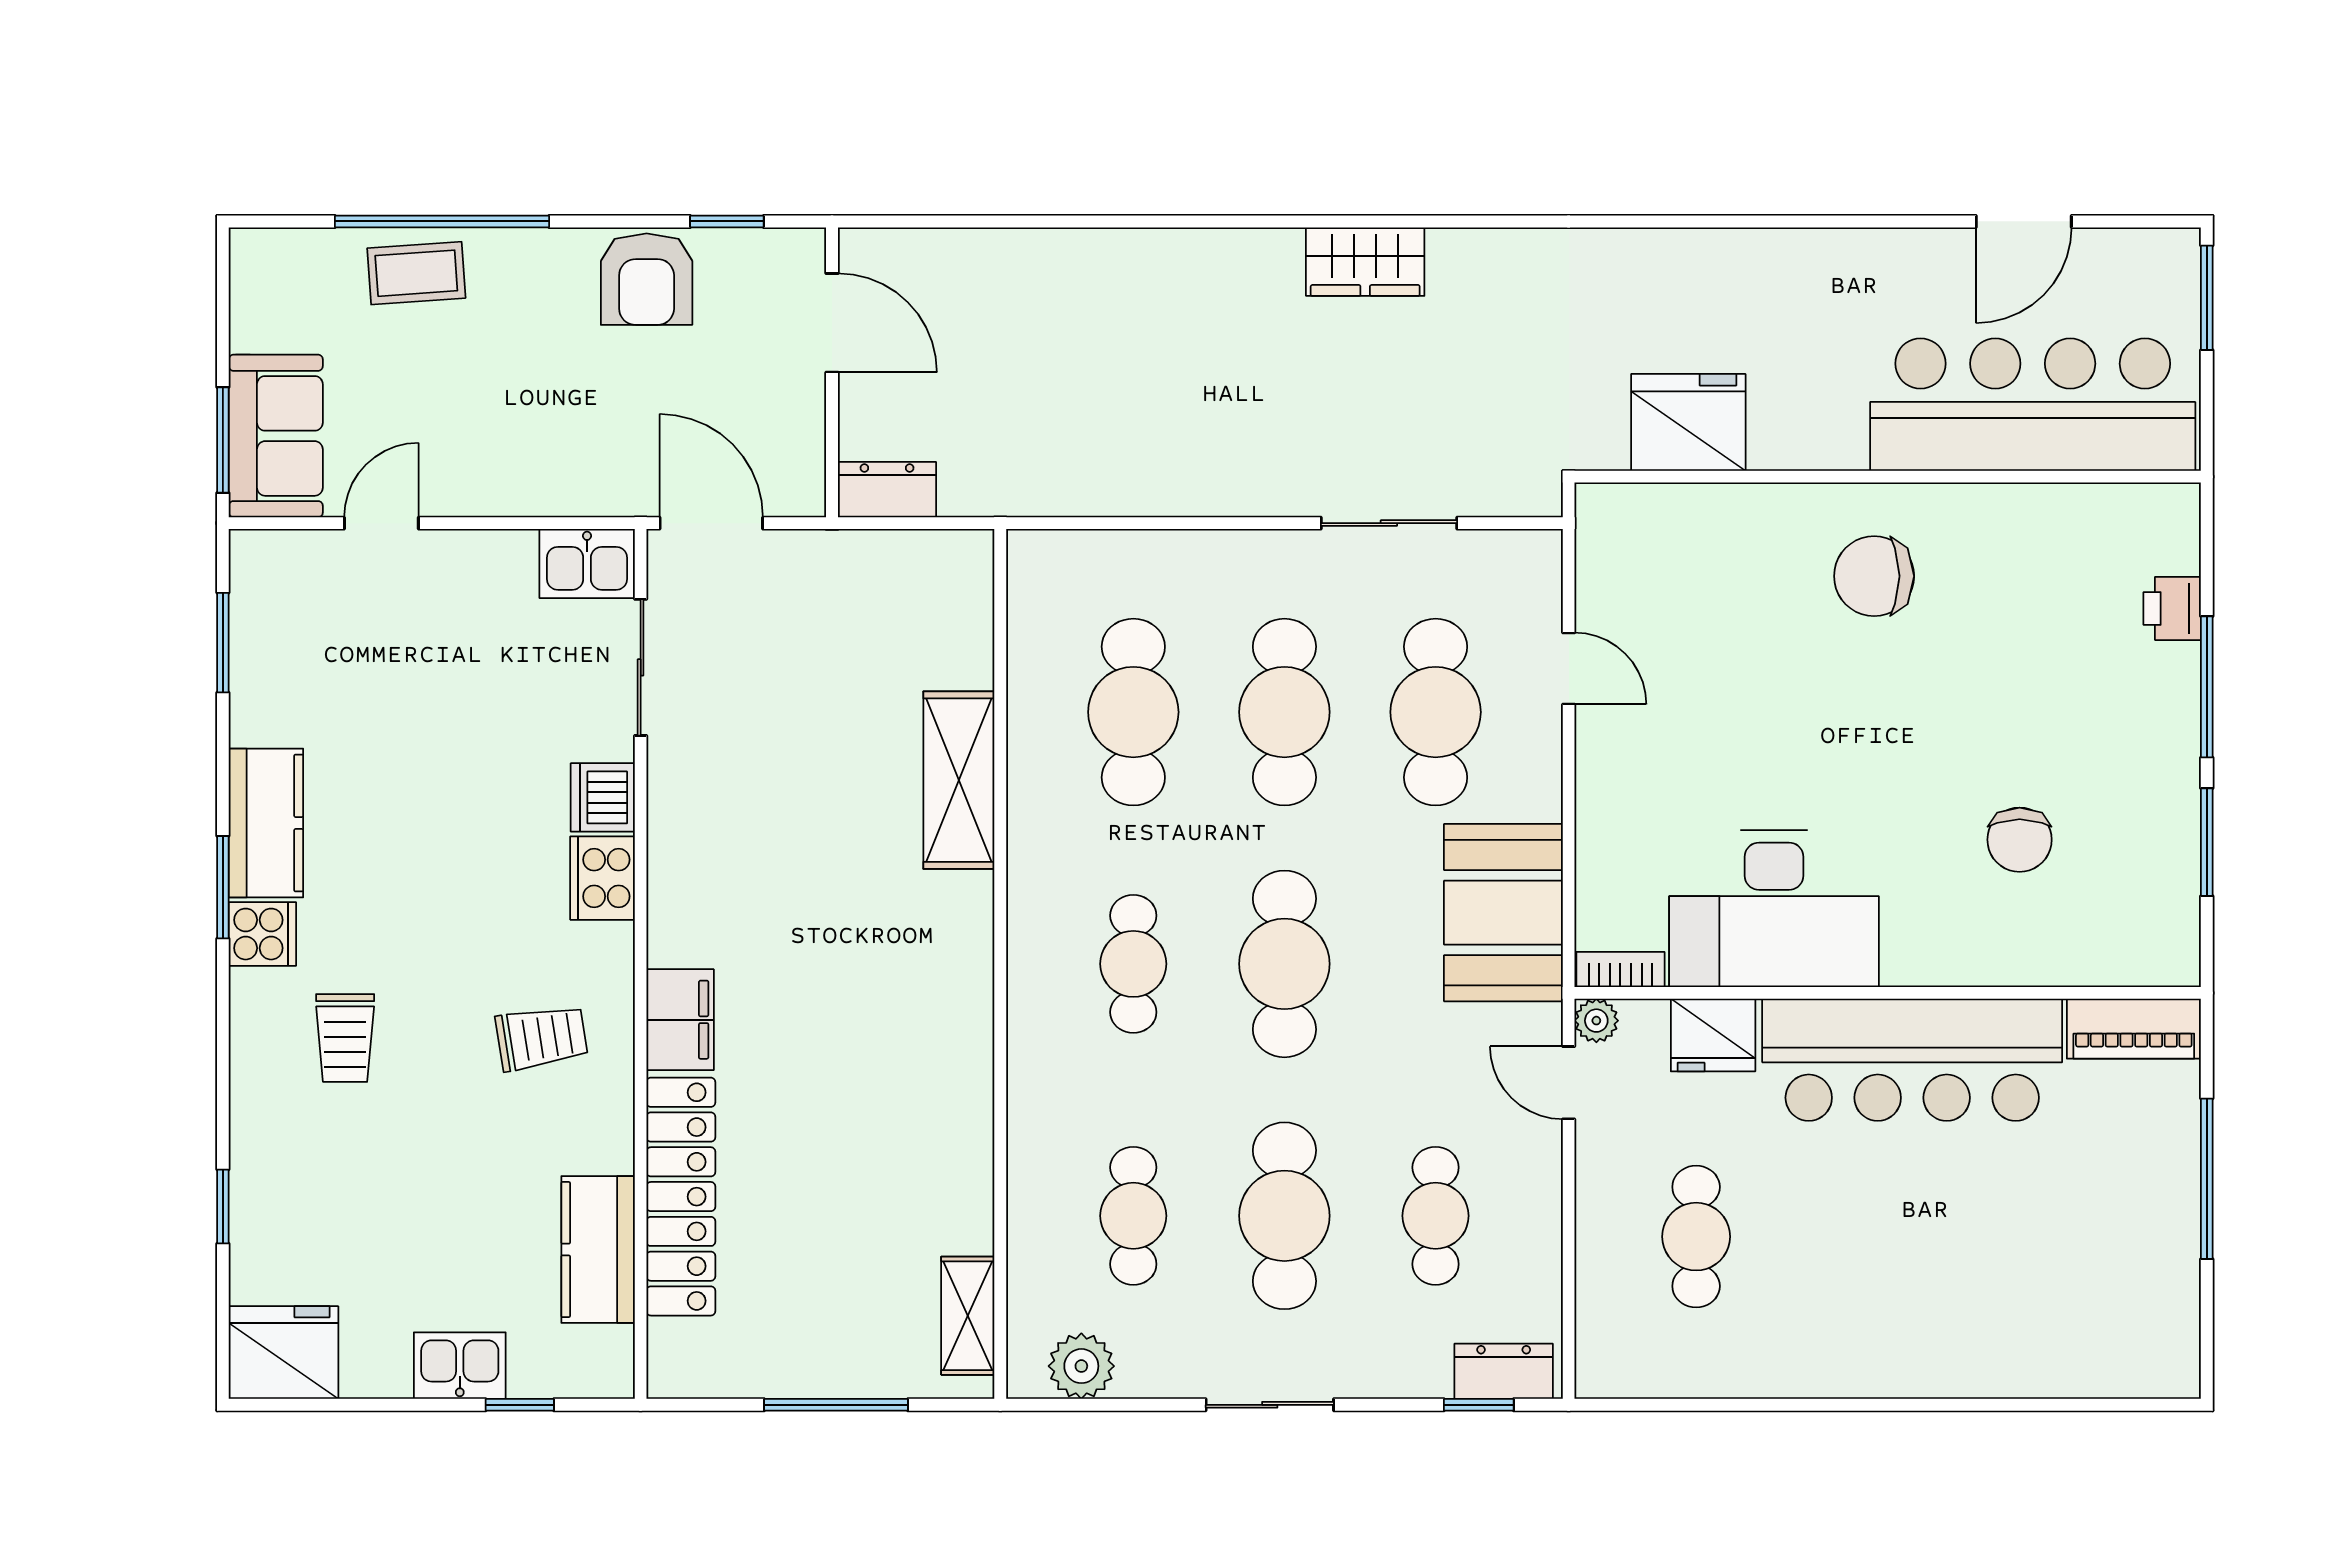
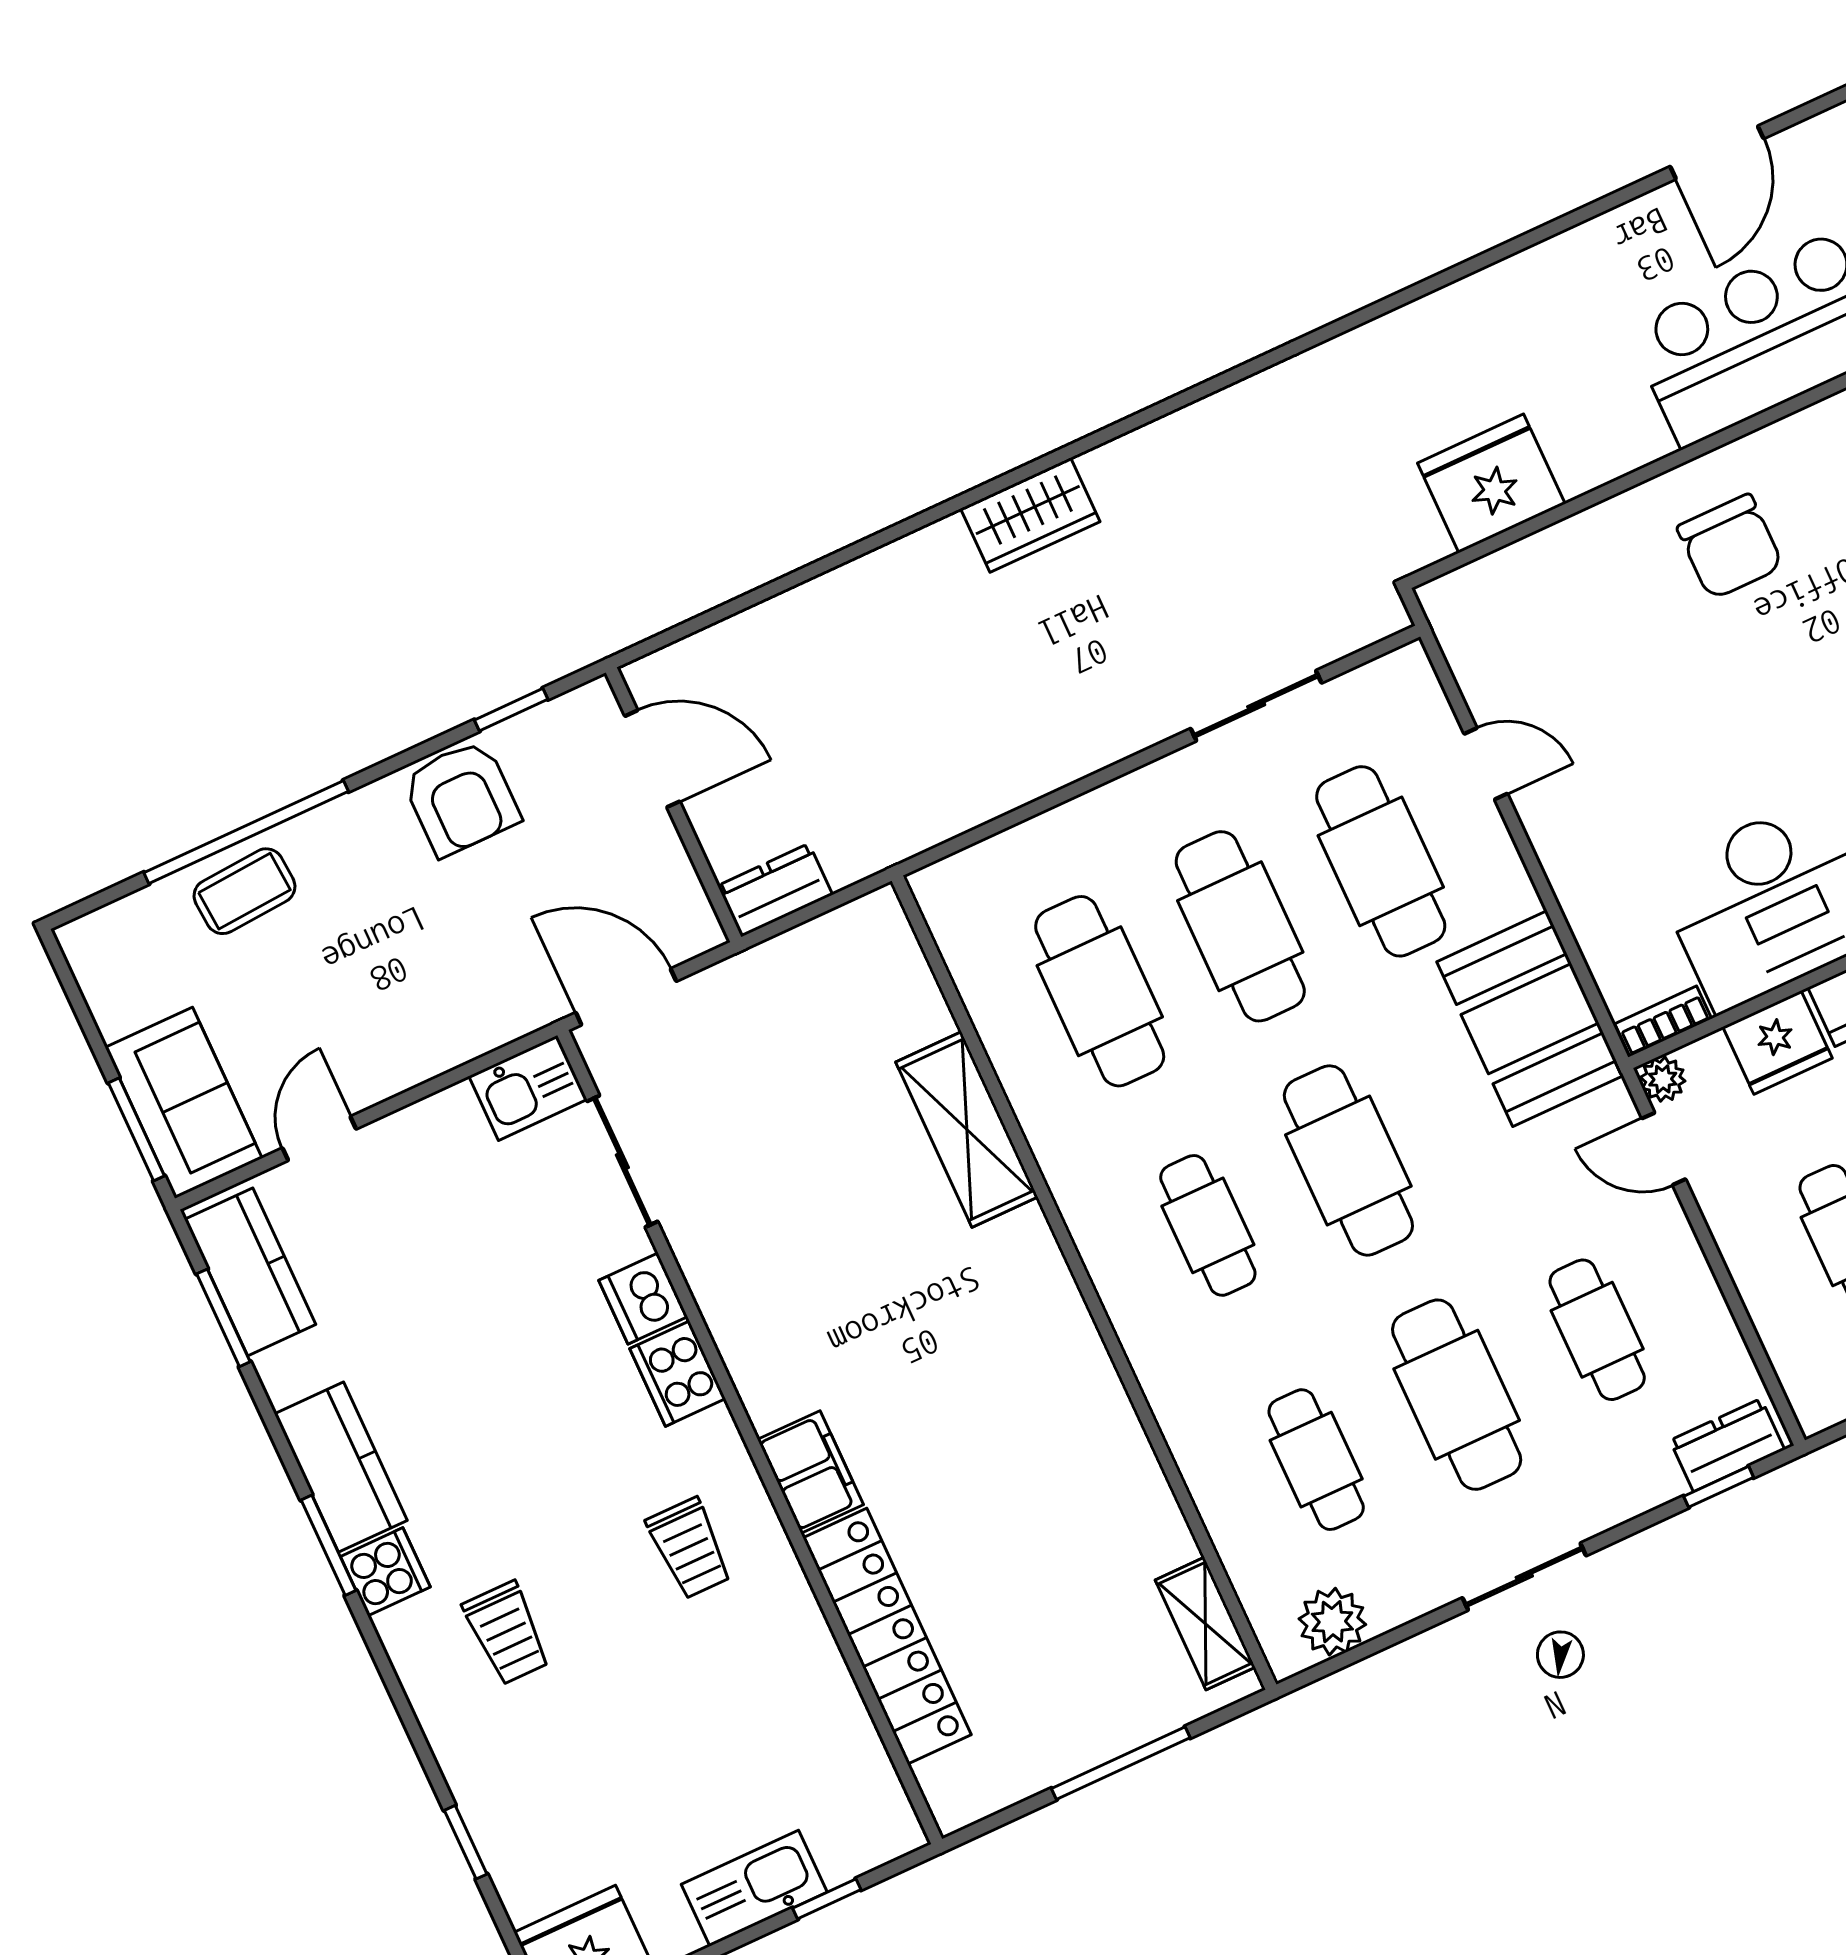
wardrobe: (1365, 262) -> (1030, 515), moved
chair: (1874, 576) -> (1730, 547), turned -90
trolley: (542, 1038) -> (689, 1548), turned 99
kitchen counter: (598, 1250) -> (250, 1272), moved, turned 180
kitchen sink: (460, 1366) -> (754, 1888), width x1.38

